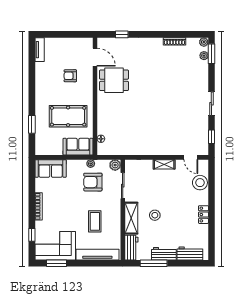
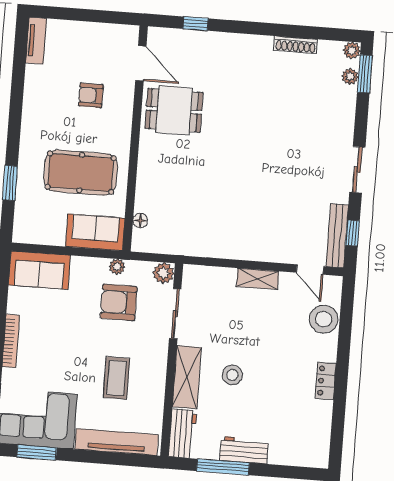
bench: (204, 139) -> (337, 236), added
workbench: (190, 253) -> (294, 453), removed

